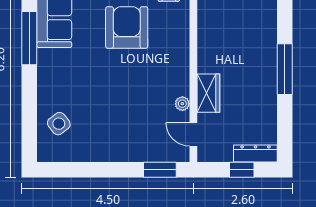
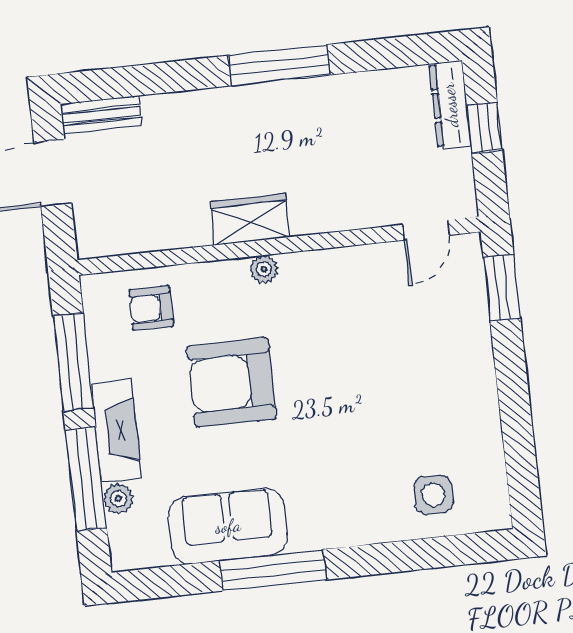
wardrobe: (208, 93) -> (250, 219), moved
plant: (182, 104) -> (264, 269), moved
side table: (59, 124) -> (433, 495), turned 38

